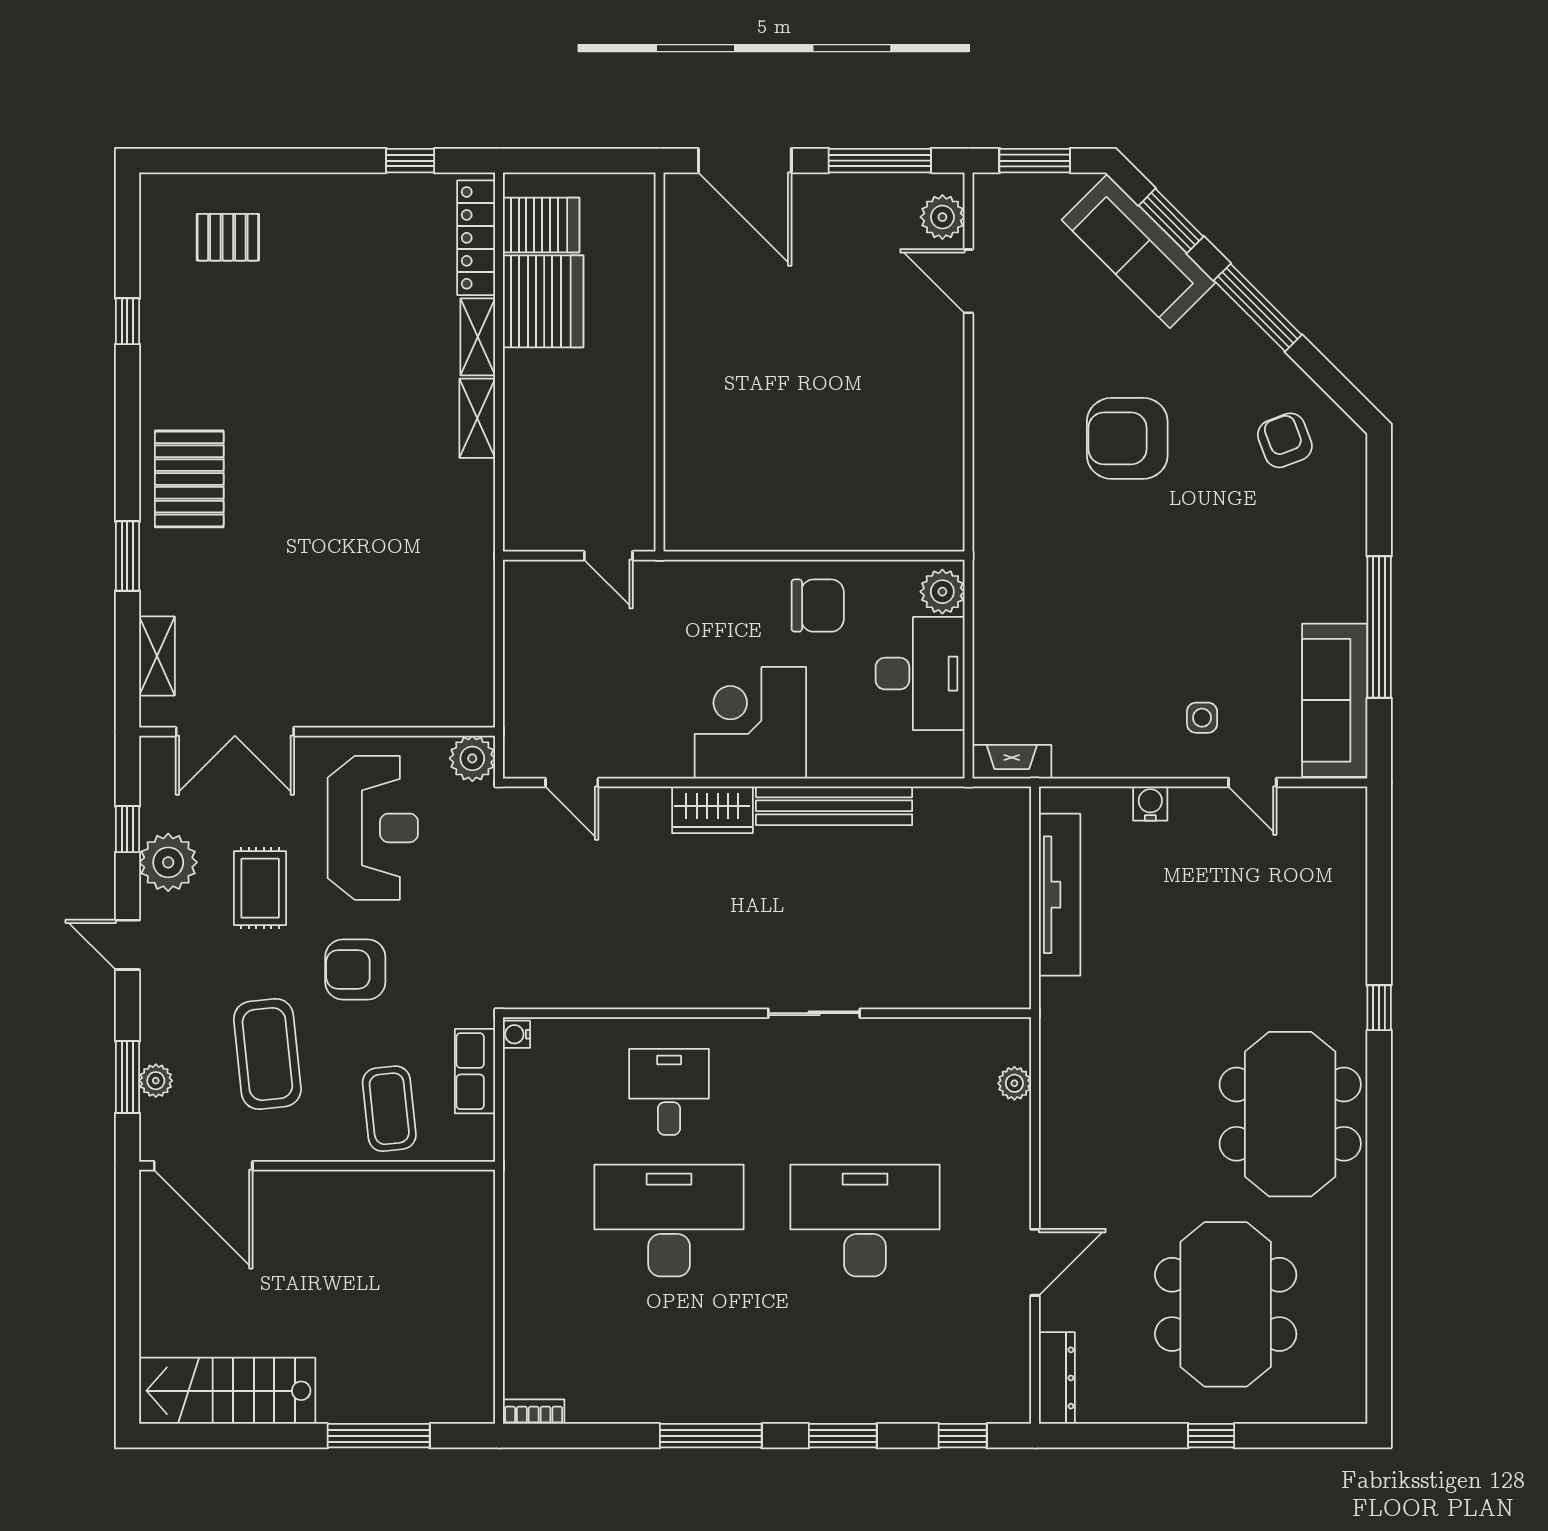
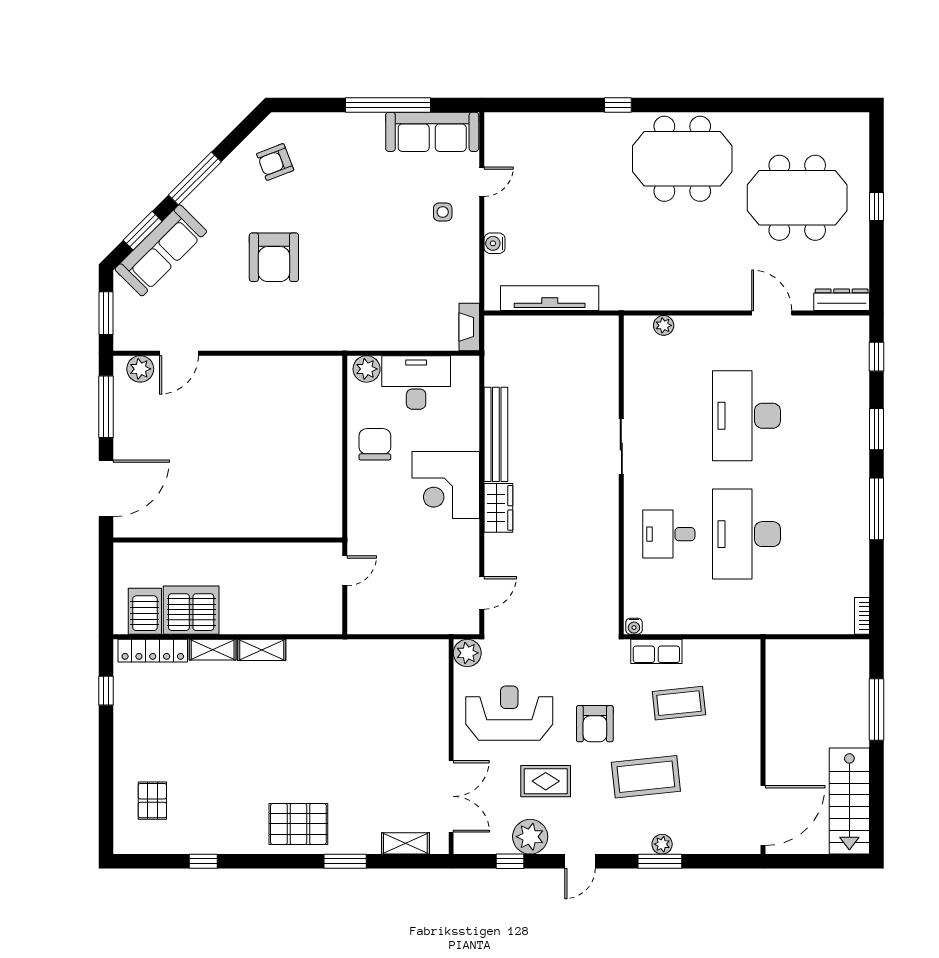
door: (203, 1166) -> (763, 816), moved
wall: (317, 1166) -> (763, 747), moved

